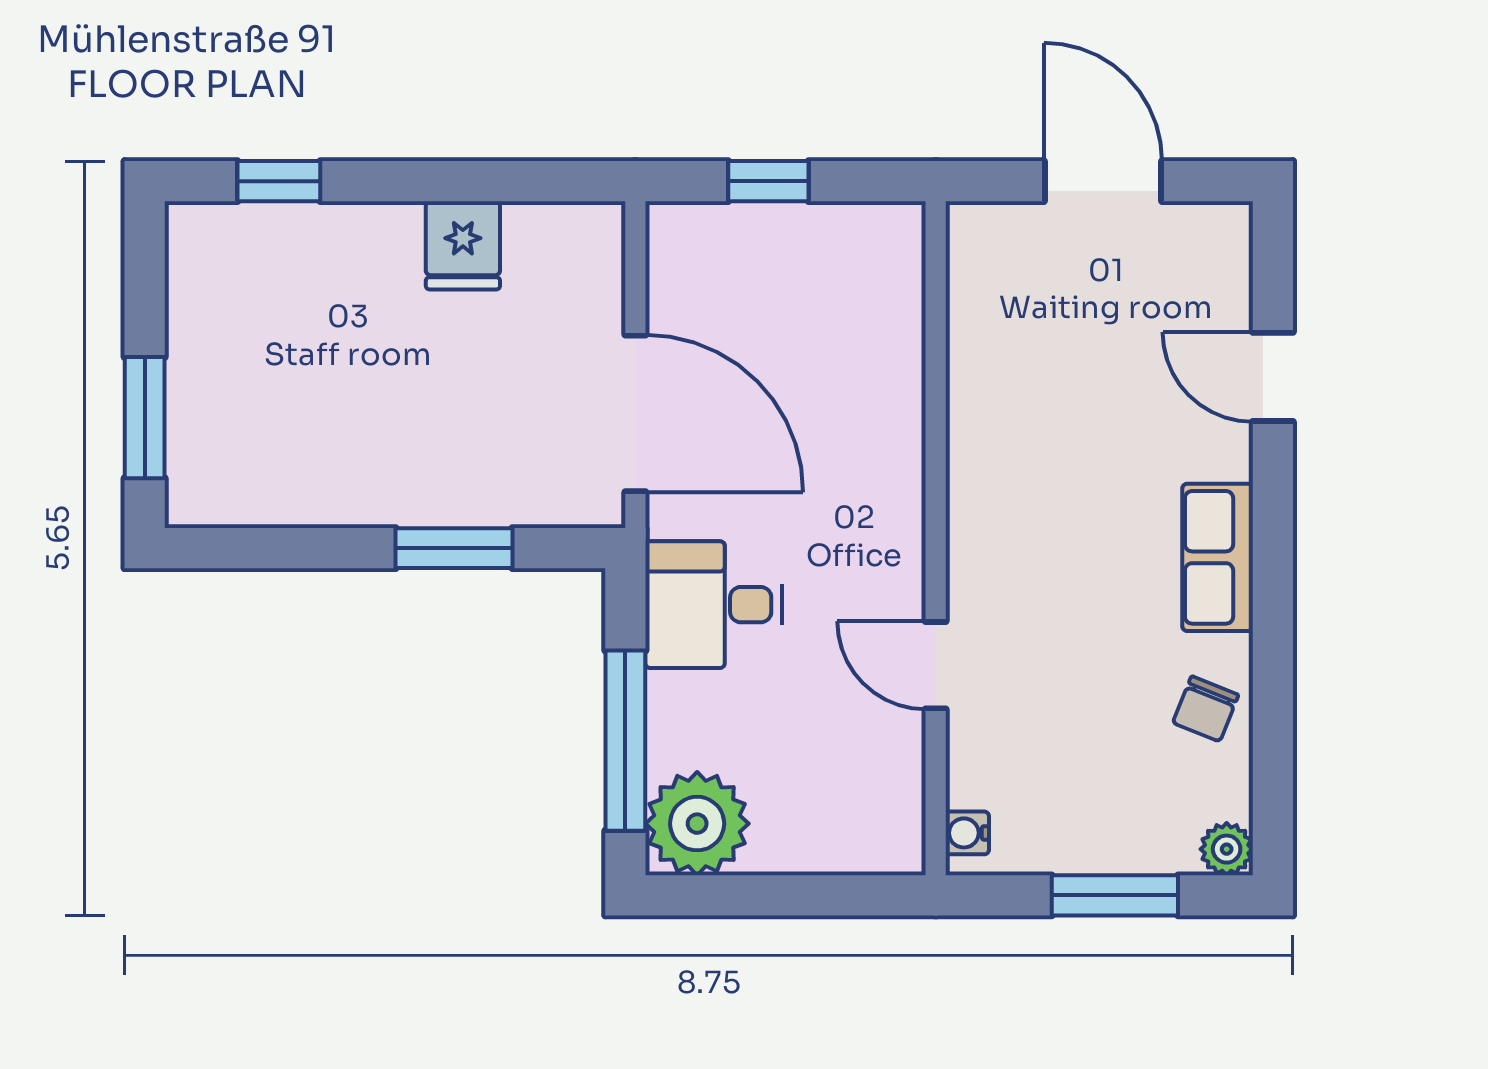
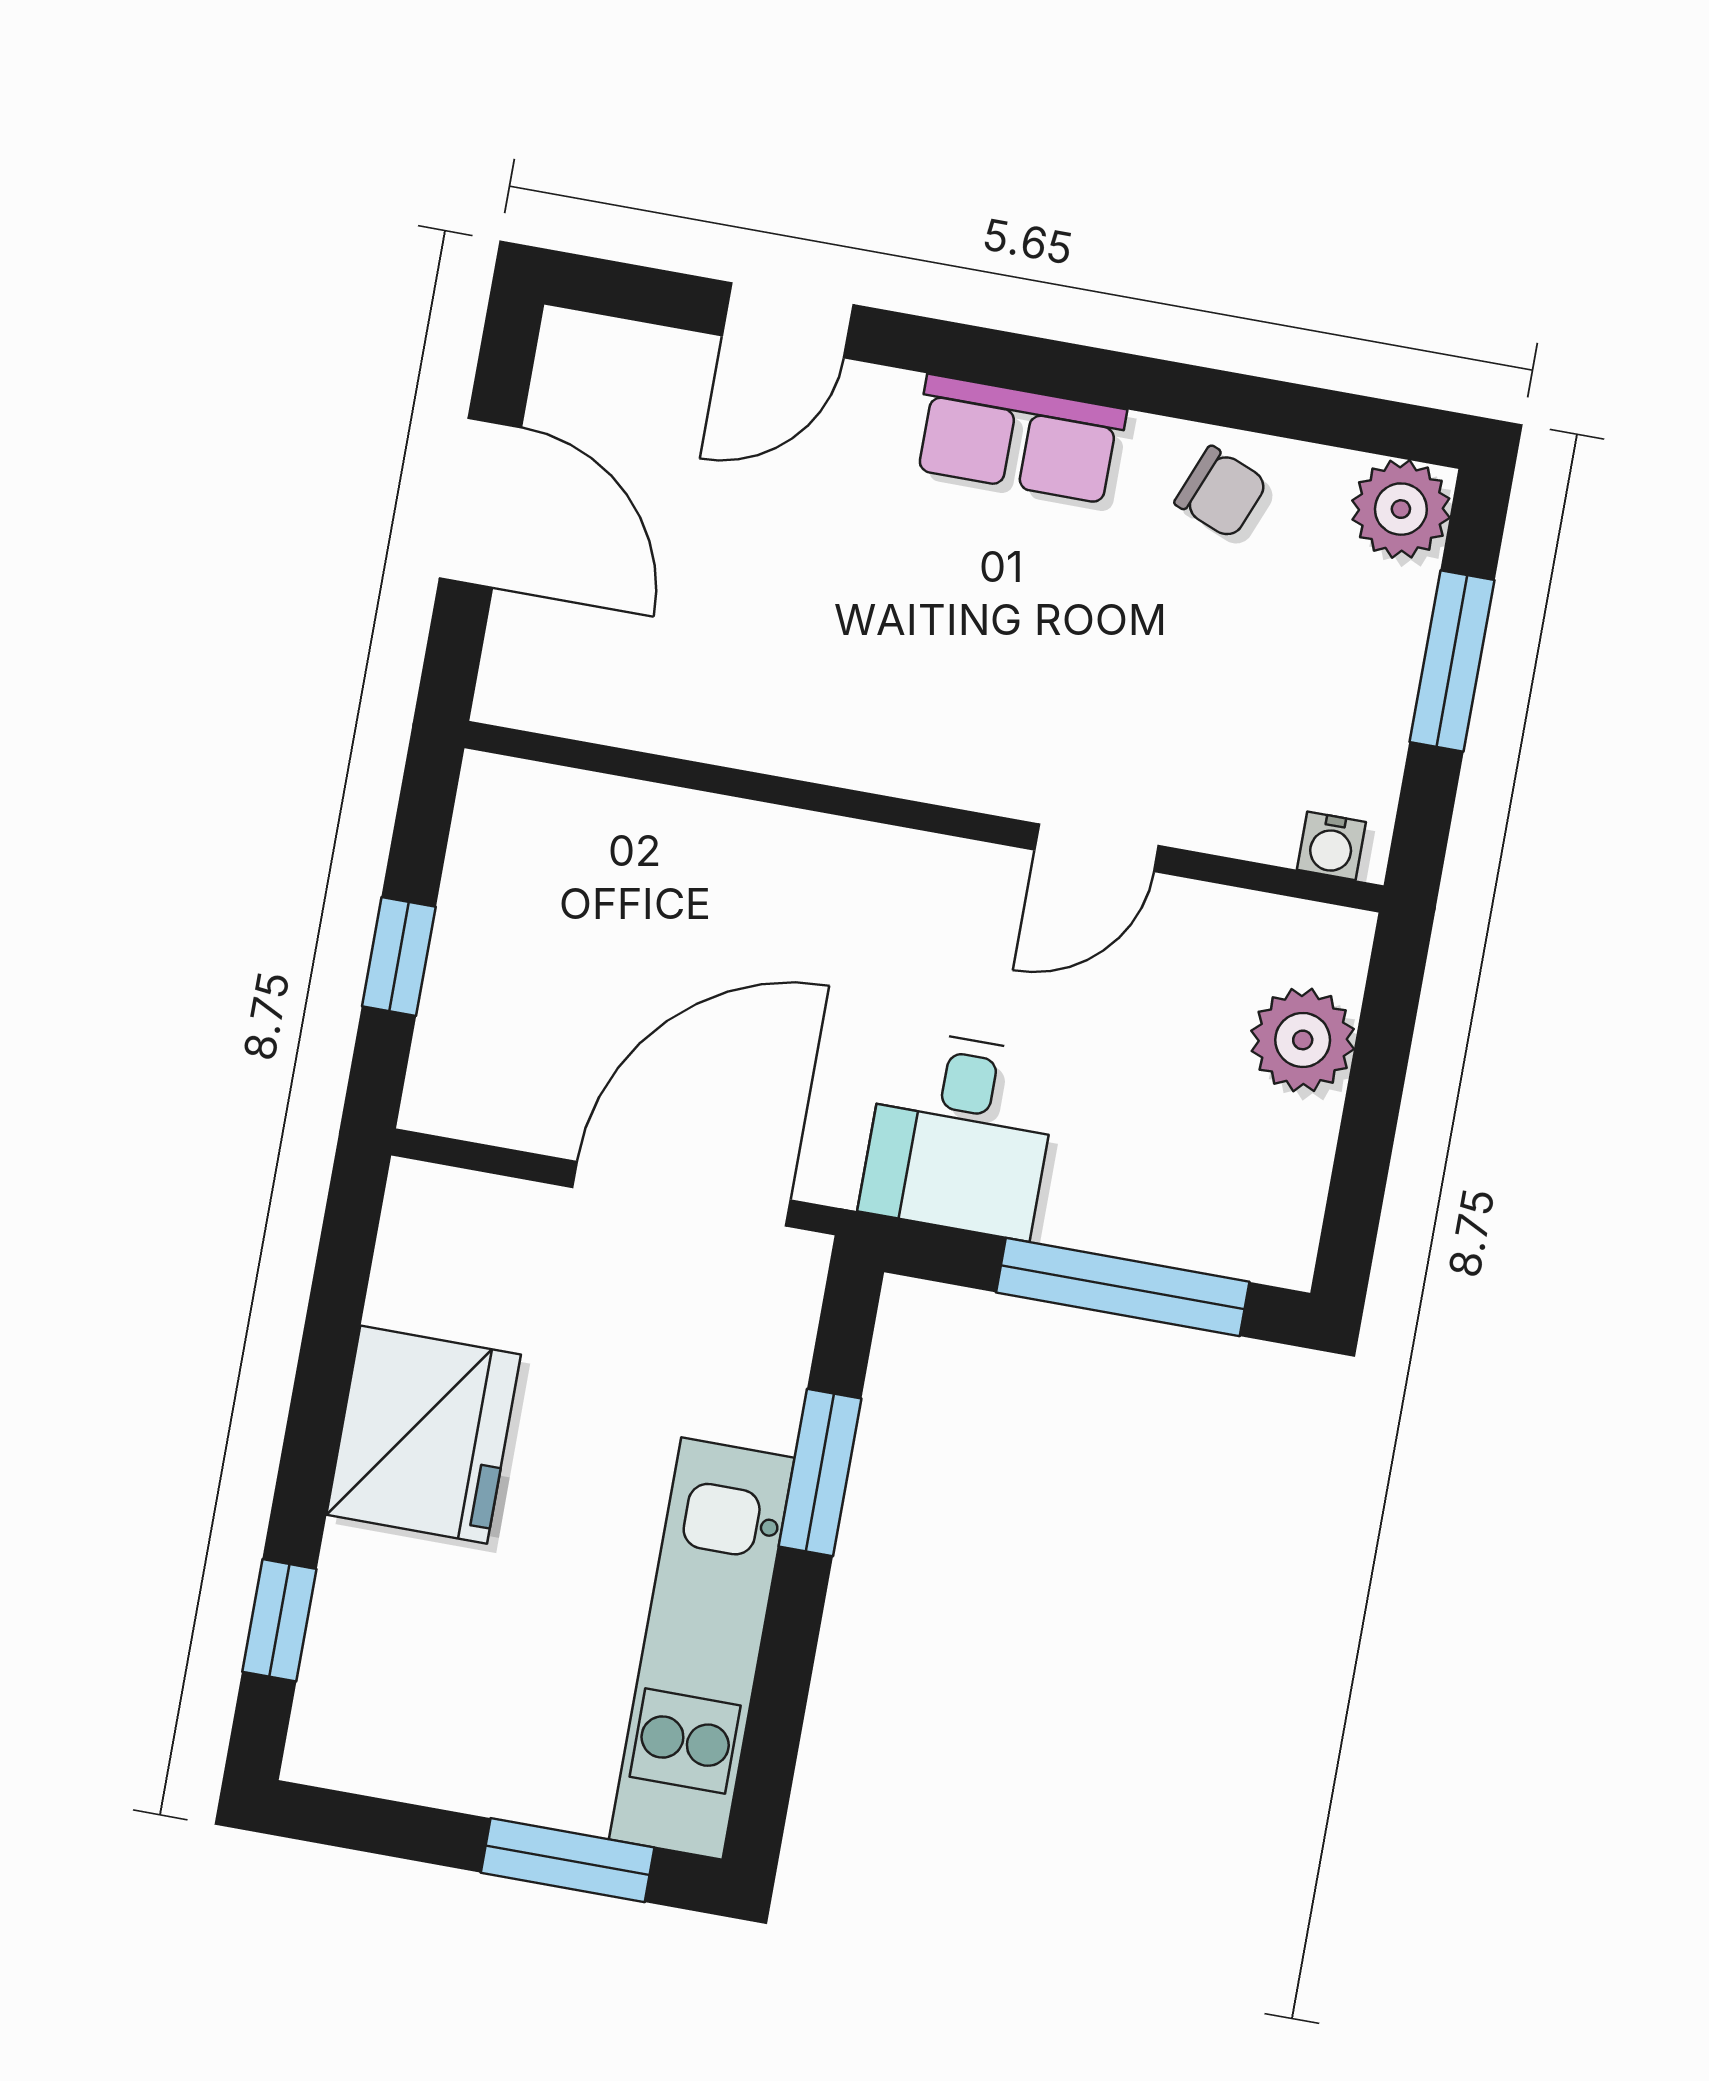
door: (1103, 181) -> (480, 503), swing flipped
fridge: (463, 245) -> (424, 1435), width x1.88, depth x1.34
kitchen unit: (313, 486) -> (702, 1649), added
plant: (697, 824) -> (1303, 1040), moved, width x0.73, depth x0.73
plant: (1227, 849) -> (1401, 509), width x1.38, depth x1.38

